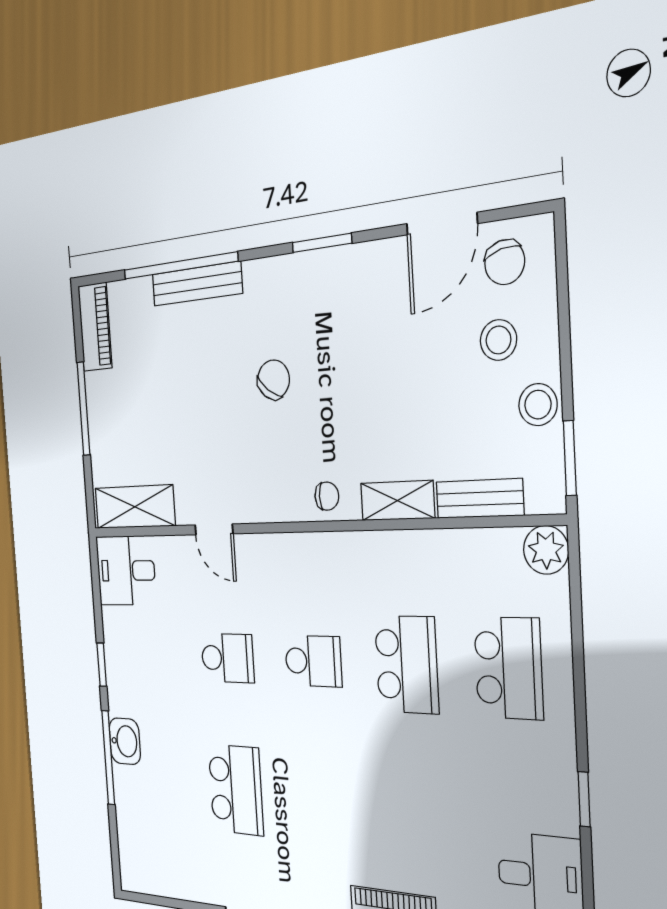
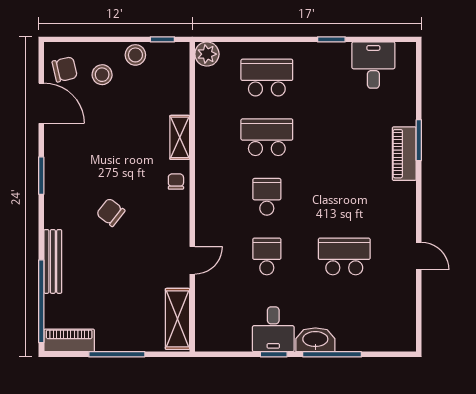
window: (180, 266) -> (41, 301), moved
window: (570, 458) -> (162, 39), width x0.67
bench: (480, 499) -> (180, 89), removed
desk: (126, 571) -> (273, 329), moved
washbasin: (125, 741) -> (315, 340), width x1.38

